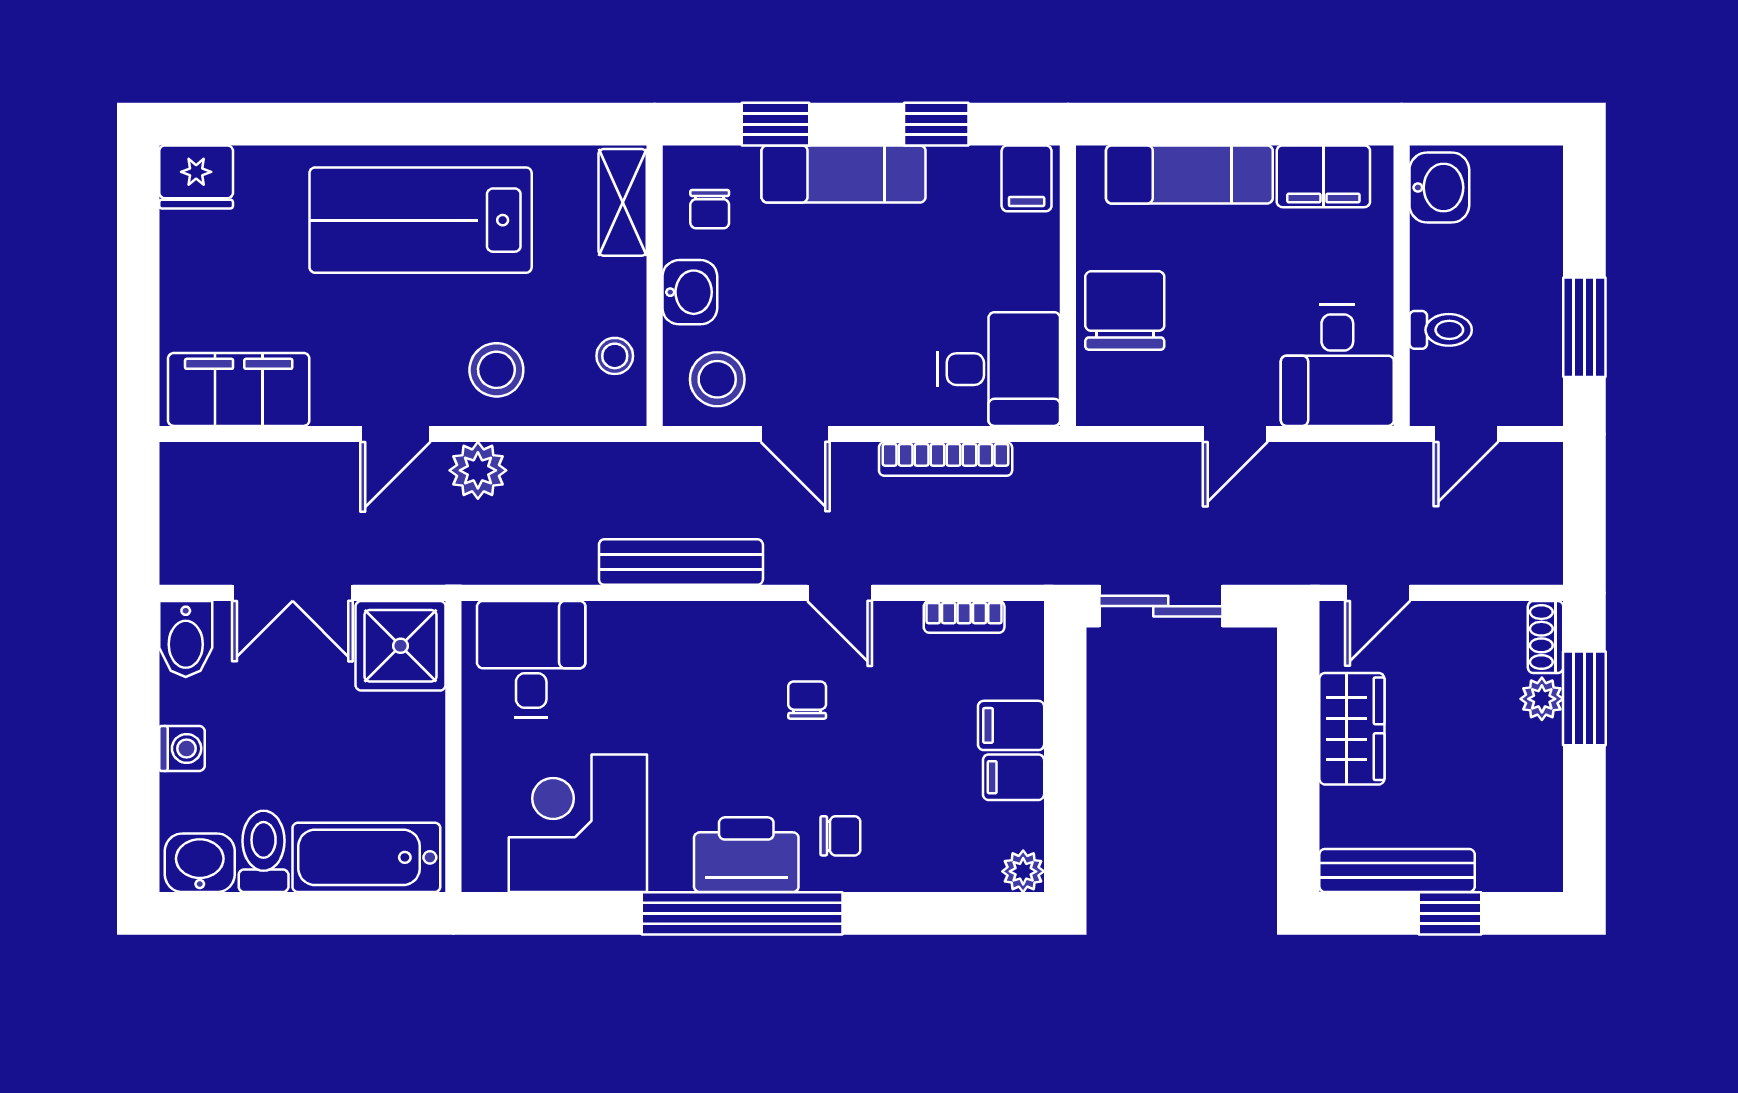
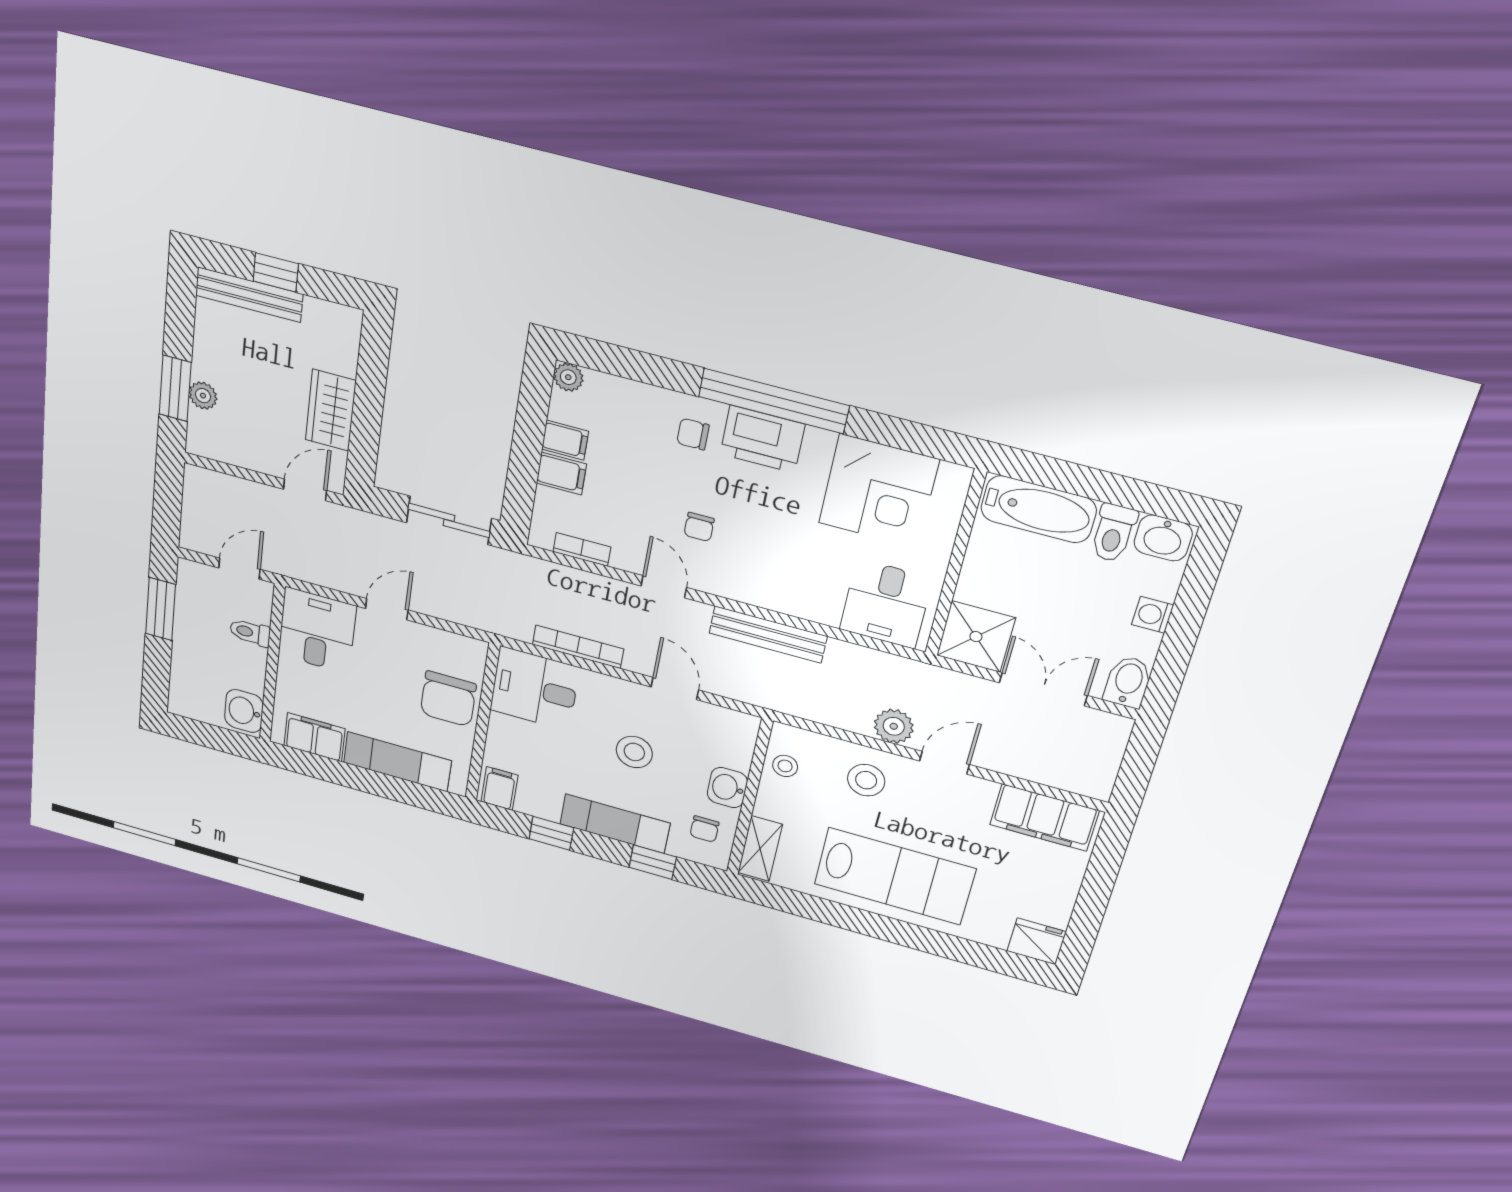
chair: (710, 209) -> (704, 829), turned 180
stool: (717, 379) -> (634, 752), moved
shoe rack: (1546, 637) -> (198, 433), removed
bench: (1397, 870) -> (249, 295), moved

